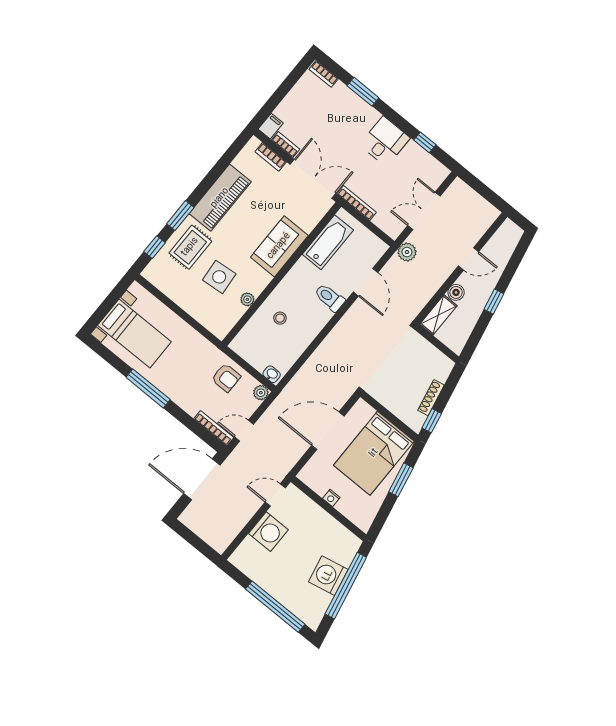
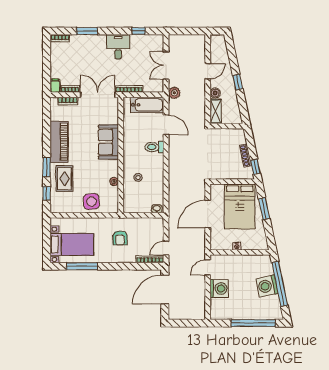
bathtub: (328, 242) -> (147, 105), moved, turned 90
side table: (219, 277) -> (91, 202), moved
armchair: (226, 378) -> (120, 238), moved, turned 90
window: (148, 388) -> (82, 266), moved
plant: (261, 393) -> (159, 222), removed

